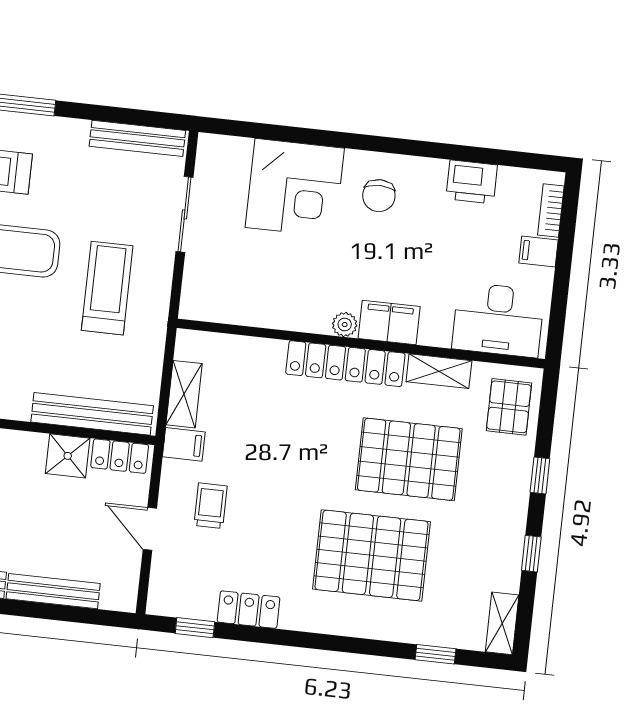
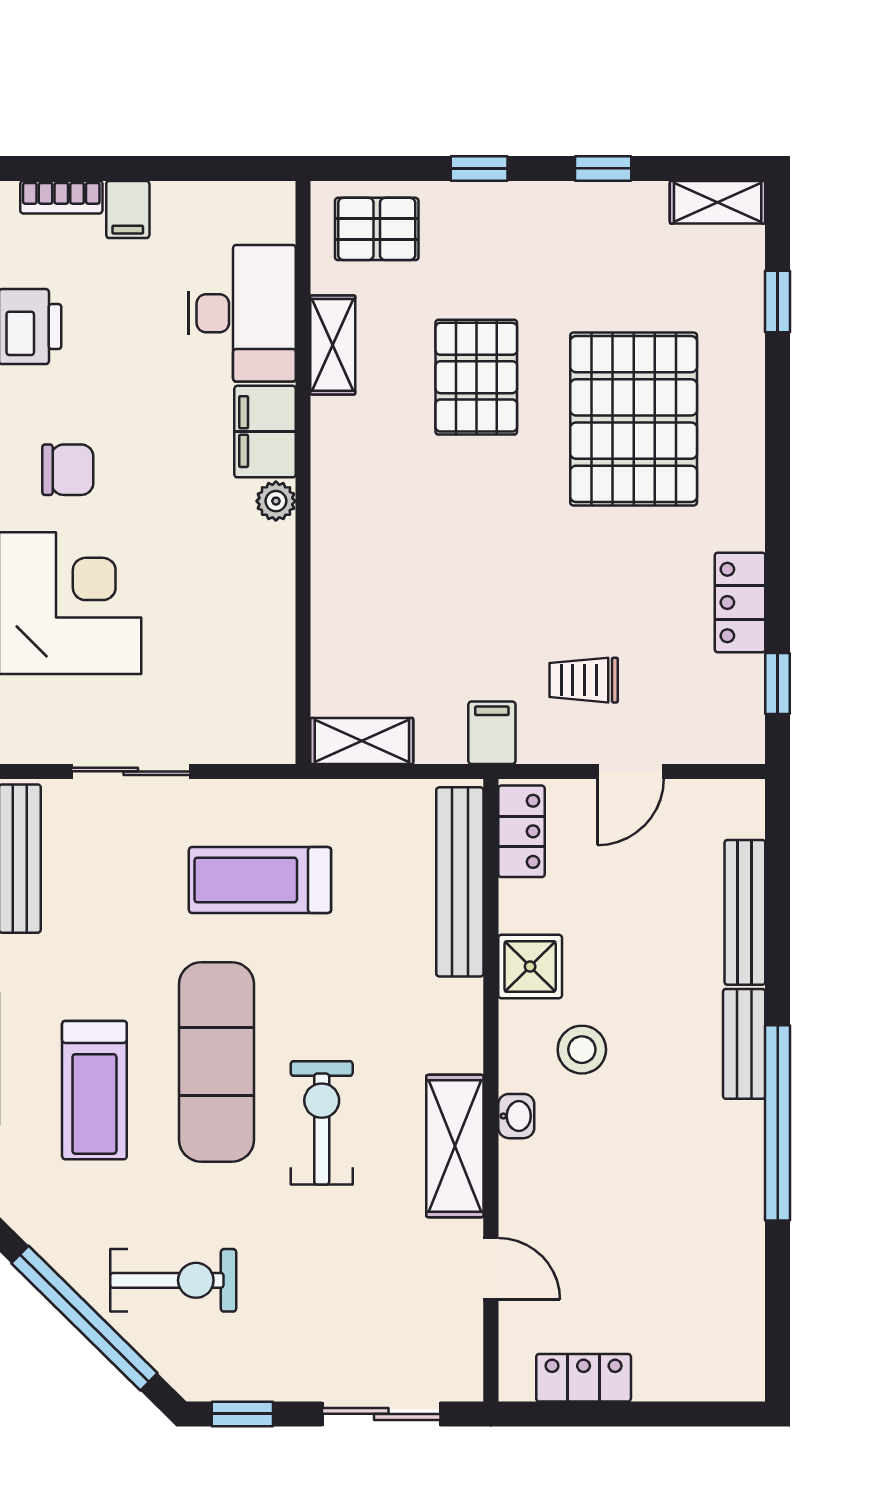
desk: (498, 320) -> (242, 313), moved
locker: (345, 364) -> (337, 493), removed
shelving: (184, 394) -> (362, 741), moved
shower: (68, 456) -> (530, 966), moved
pallet: (409, 459) -> (476, 377), width x0.73, depth x0.71

